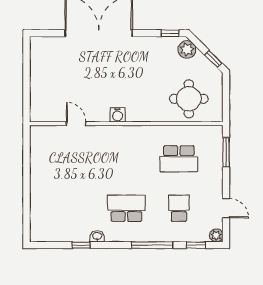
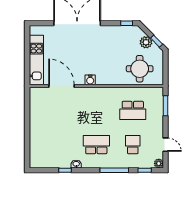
plant: (187, 50) -> (146, 42), moved
kitchen unit: (40, 86) -> (36, 60), added
door: (76, 124) -> (61, 86), width x1.87

